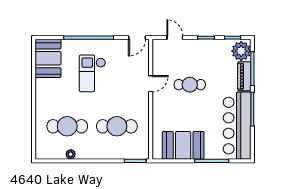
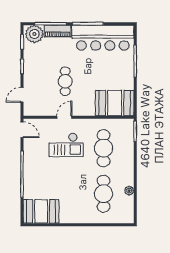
checkout: (92, 73) -> (66, 145), moved
door: (151, 84) -> (64, 117), hinge flipped
booth: (183, 145) -> (115, 103), moved, turned 90

